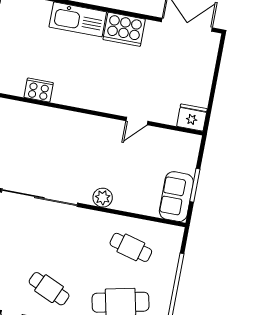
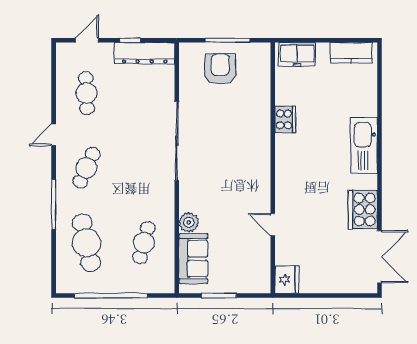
cooker: (124, 29) -> (363, 210), moved
sofa: (176, 197) -> (193, 259), moved, turned 90
plant: (103, 198) -> (189, 222), moved

